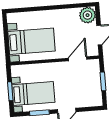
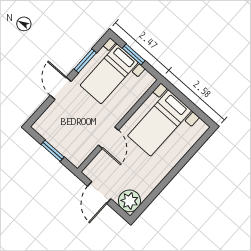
door: (78, 59) -> (109, 138), moved

